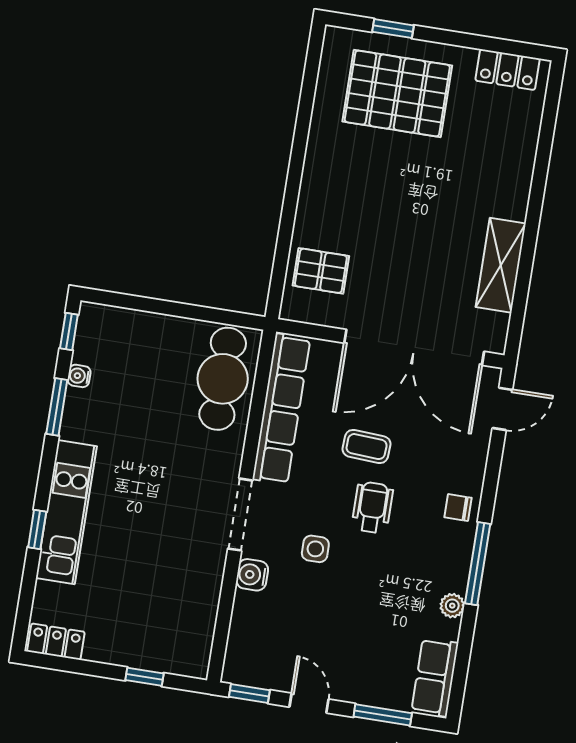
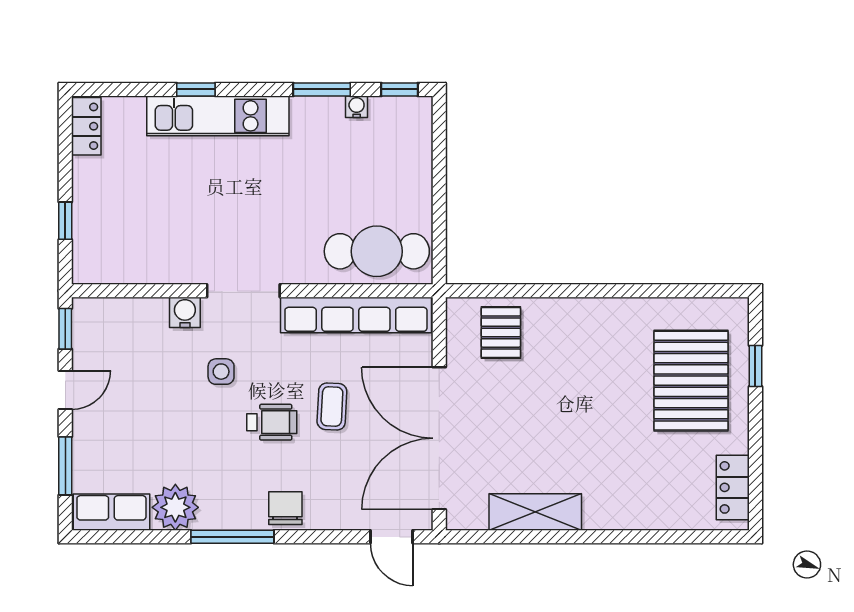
chair: (458, 508) -> (285, 508), width x1.37, depth x1.37
plant: (452, 606) -> (175, 507), width x1.87, depth x1.87

